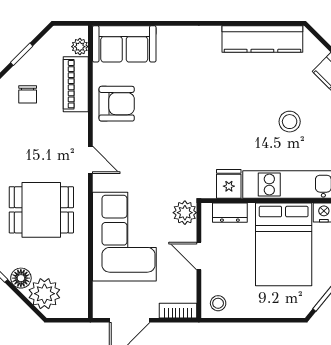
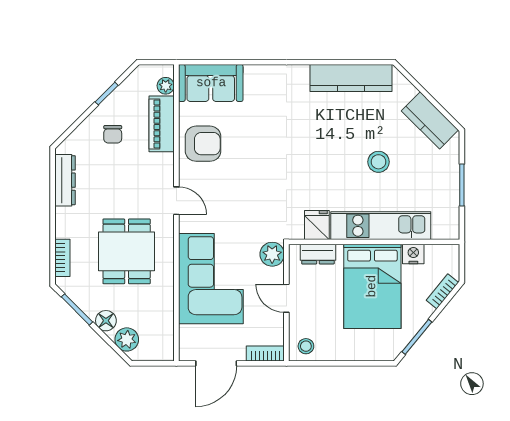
dining table: (41, 210) -> (127, 251), turned 90
plant: (44, 294) -> (127, 339), width x0.73, depth x0.73

